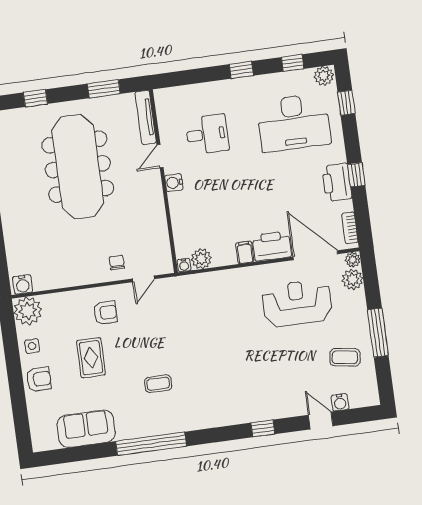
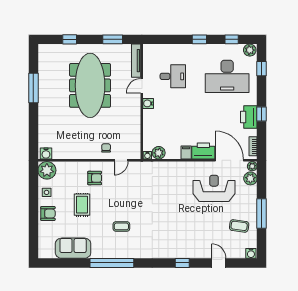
water cooler: (340, 402) -> (251, 253), moved

